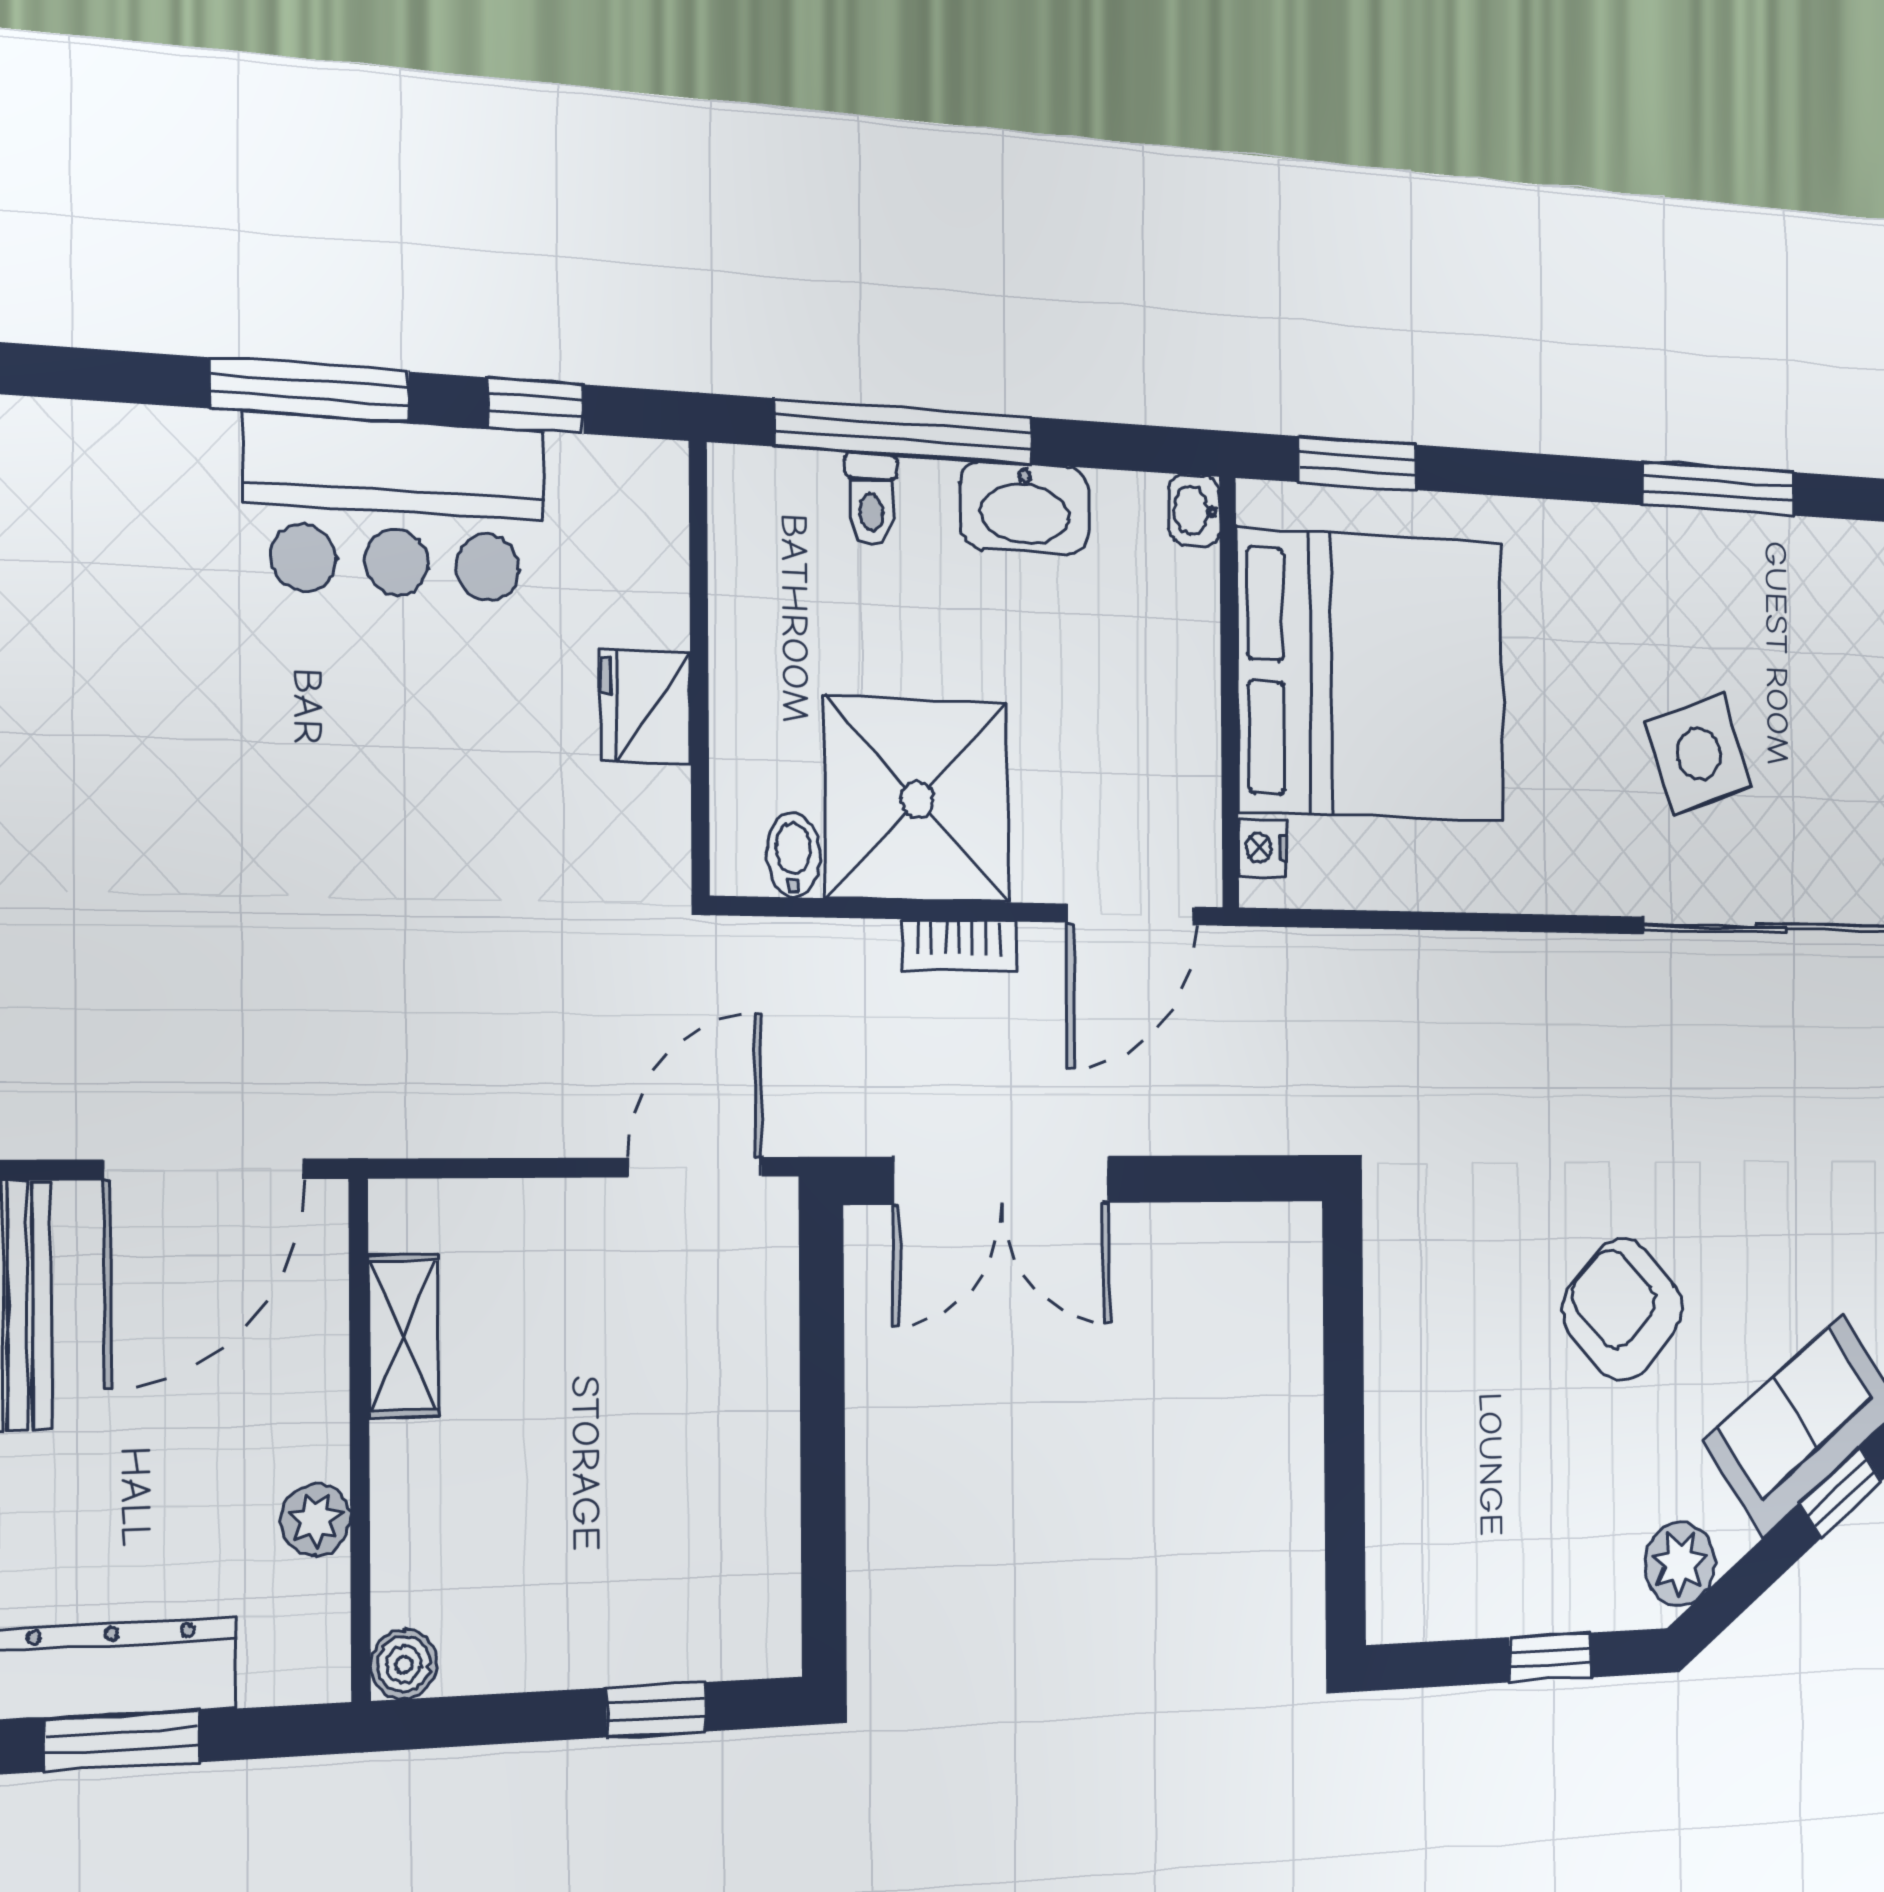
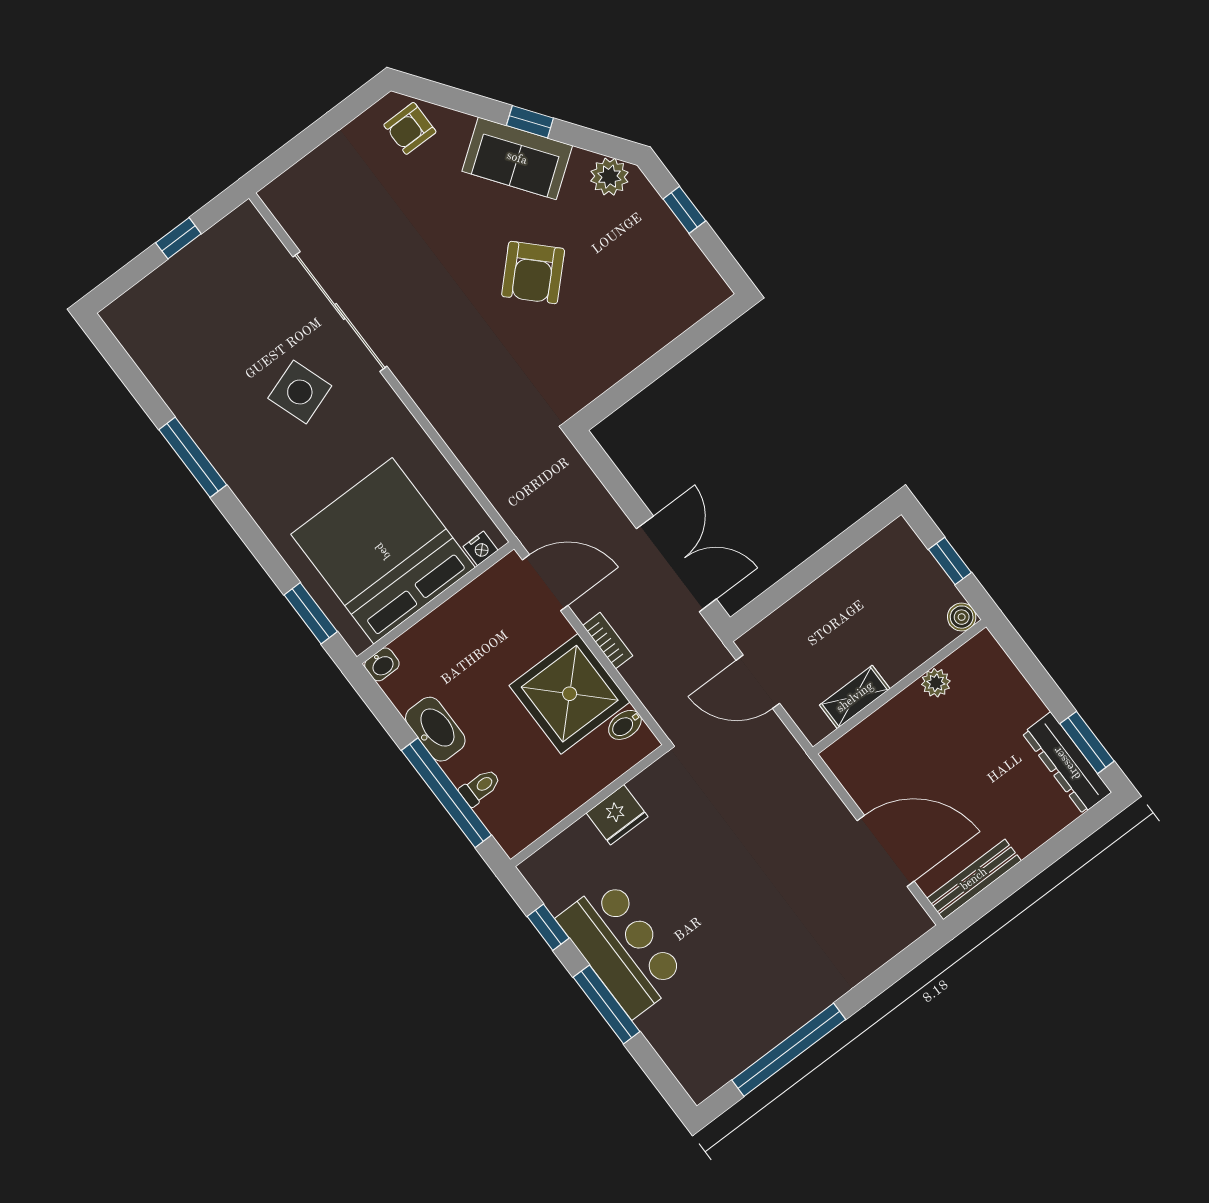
shelving: (404, 1336) -> (855, 697), moved
wall: (360, 1440) -> (899, 687), moved
plant: (316, 1520) -> (936, 683), moved
boiler: (404, 1664) -> (962, 617), moved

